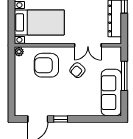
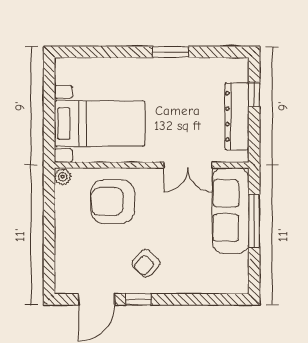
armchair: (77, 70) -> (146, 263), moved
sofa: (111, 93) -> (231, 210), moved

